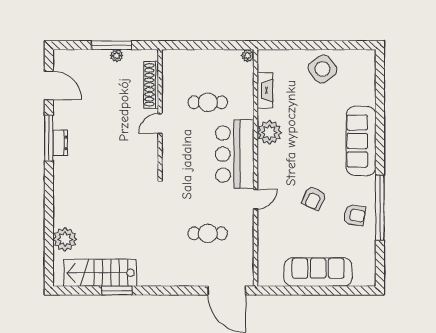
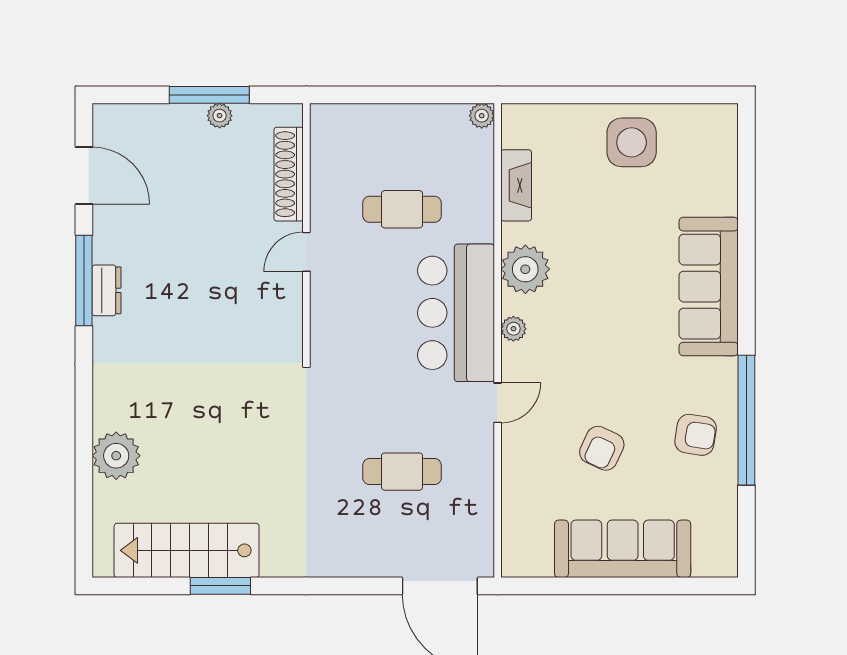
side table: (322, 69) -> (632, 142), turned 37
plant: (264, 162) -> (513, 329), added
armchair: (314, 198) -> (602, 448), moved
plant: (65, 239) -> (116, 456), moved

